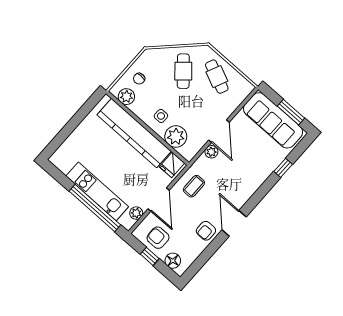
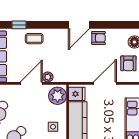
plant: (176, 136) -> (58, 96), moved
coffee table: (194, 186) -> (34, 39), moved
plant: (136, 213) -> (125, 90), removed

